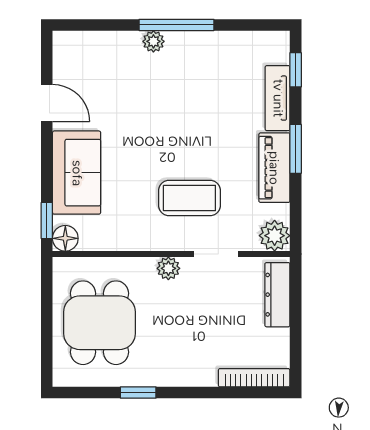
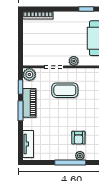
window: (296, 70) -> (21, 87), moved
armchair: (157, 84) -> (78, 138), added
tv unit: (278, 98) -> (28, 144), moved
dresser: (277, 295) -> (28, 50), removed

